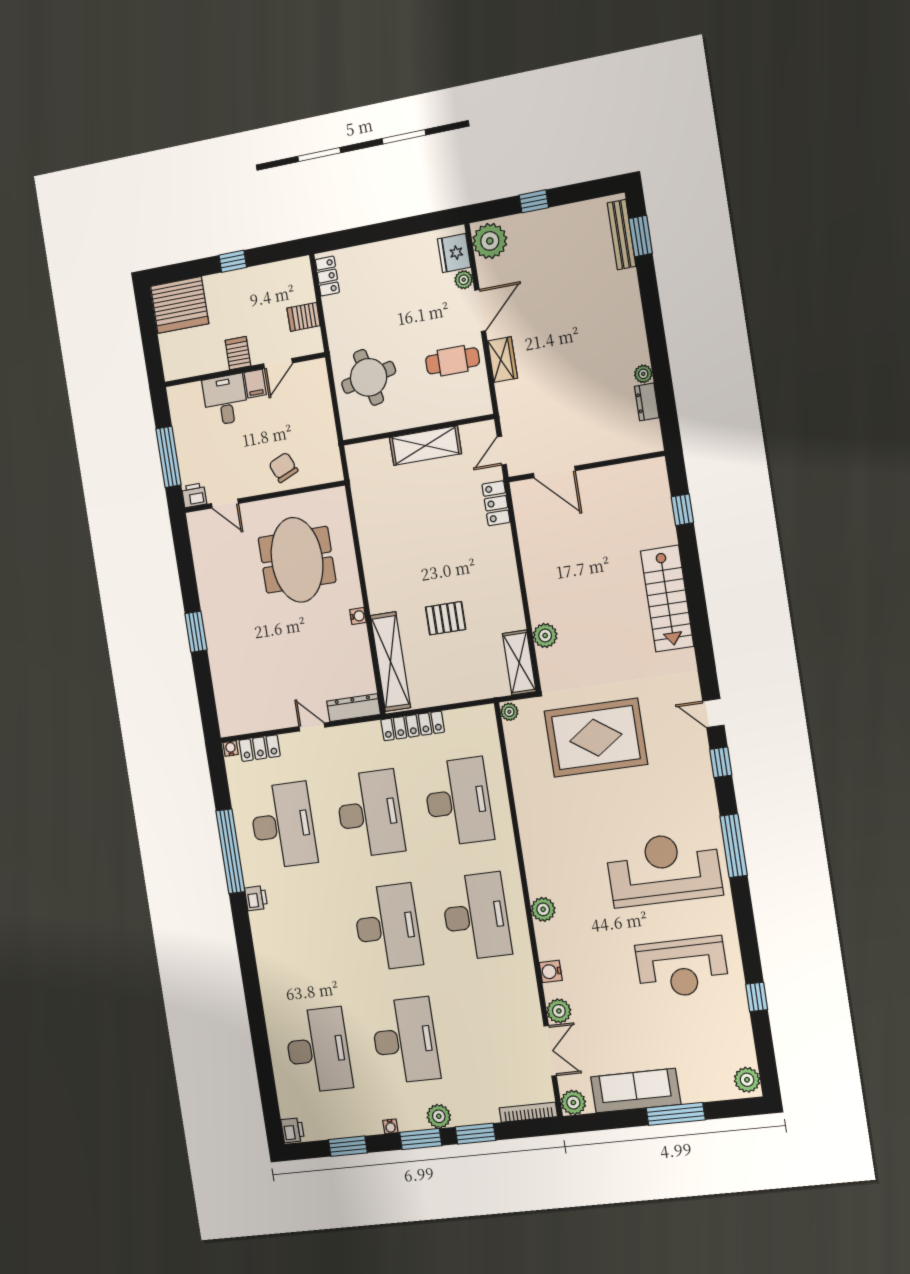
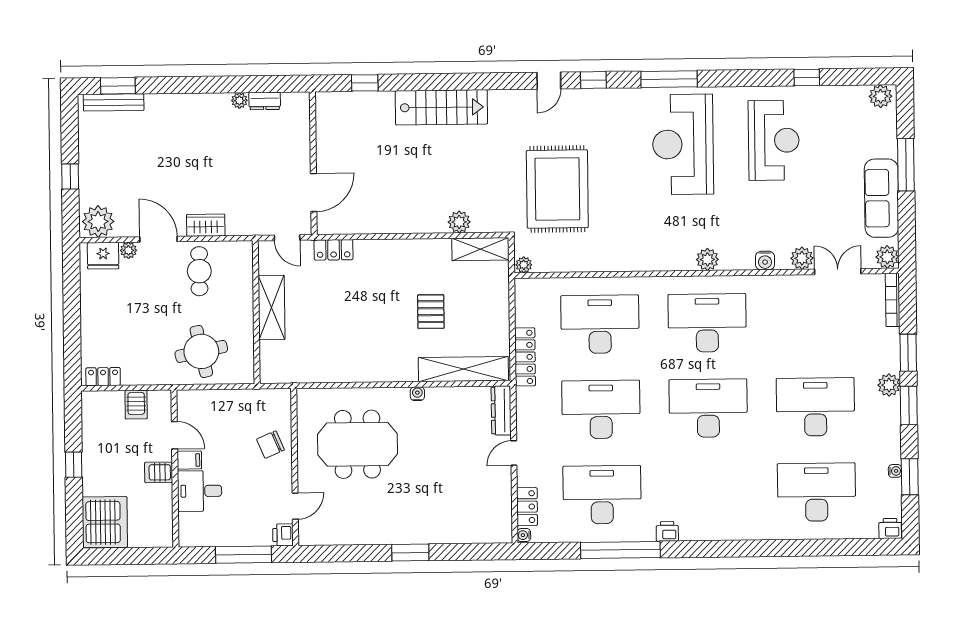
water cooler: (390, 1126) -> (895, 471), moved

